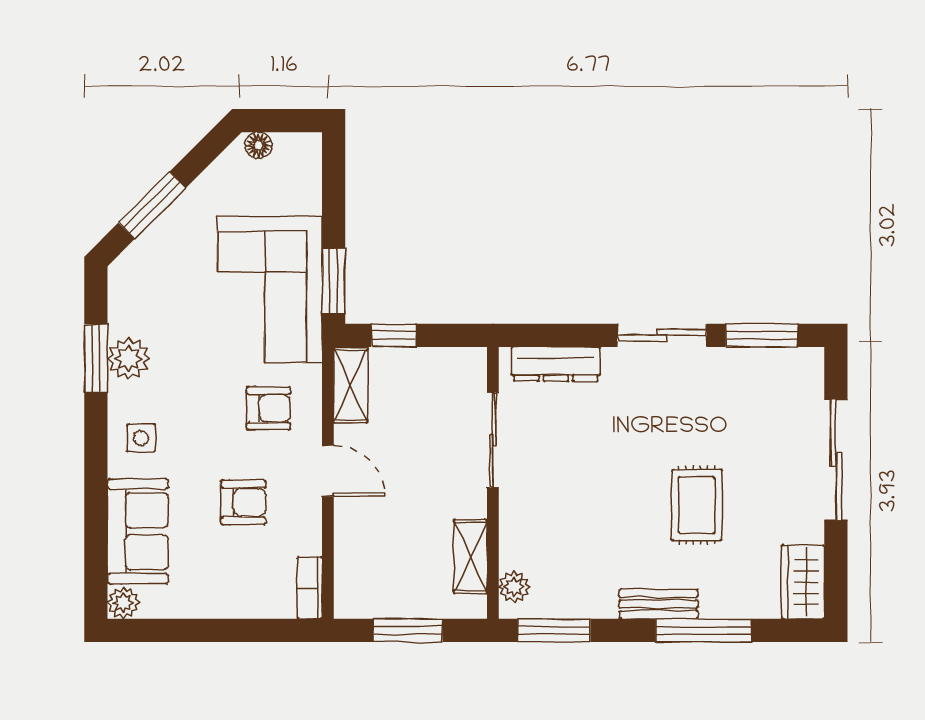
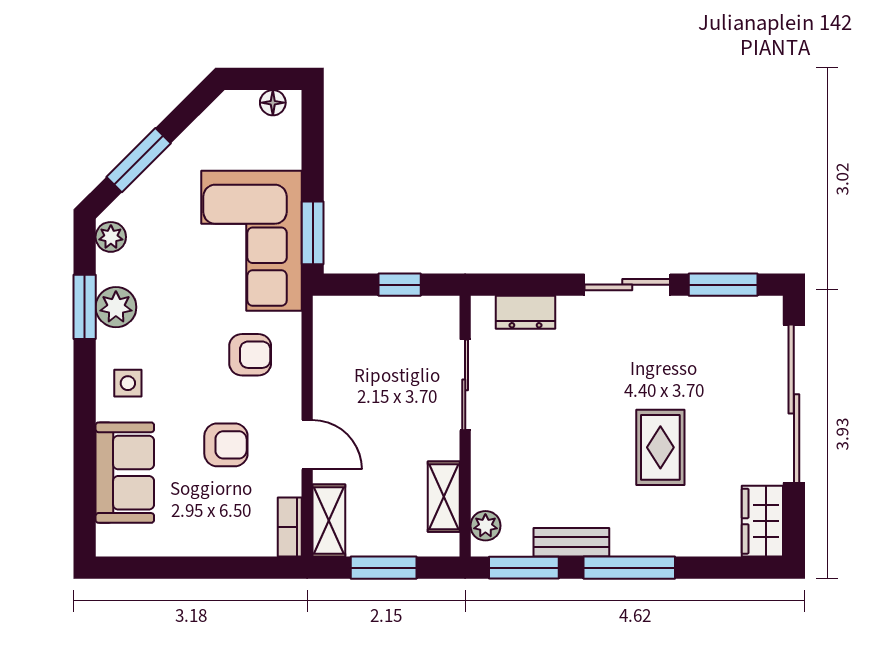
floor lamp: (258, 145) -> (273, 103), moved
window: (394, 335) -> (400, 285), moved
dresser: (556, 364) -> (526, 312), width x0.70
shelving: (351, 385) -> (329, 520), moved
sliding door: (836, 460) -> (794, 404), width x1.36
door: (328, 471) -> (307, 445), moved
plant: (123, 603) -> (111, 237), moved
bench: (659, 604) -> (571, 542), moved
window: (704, 630) -> (629, 568), moved

